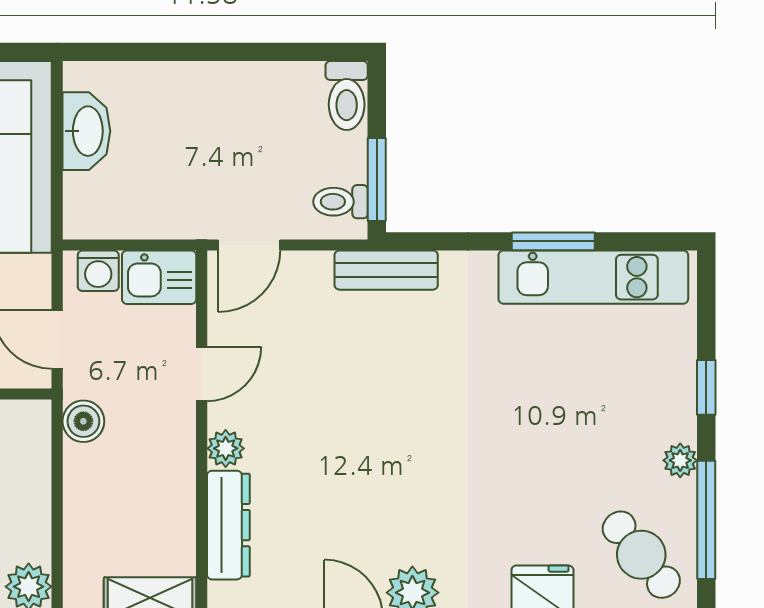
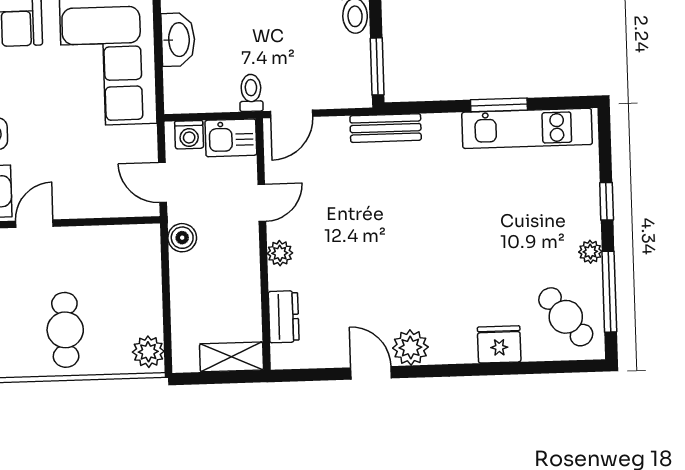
toilet: (340, 202) -> (251, 93), moved, turned 90
dresser: (228, 525) -> (284, 317), width x0.70

